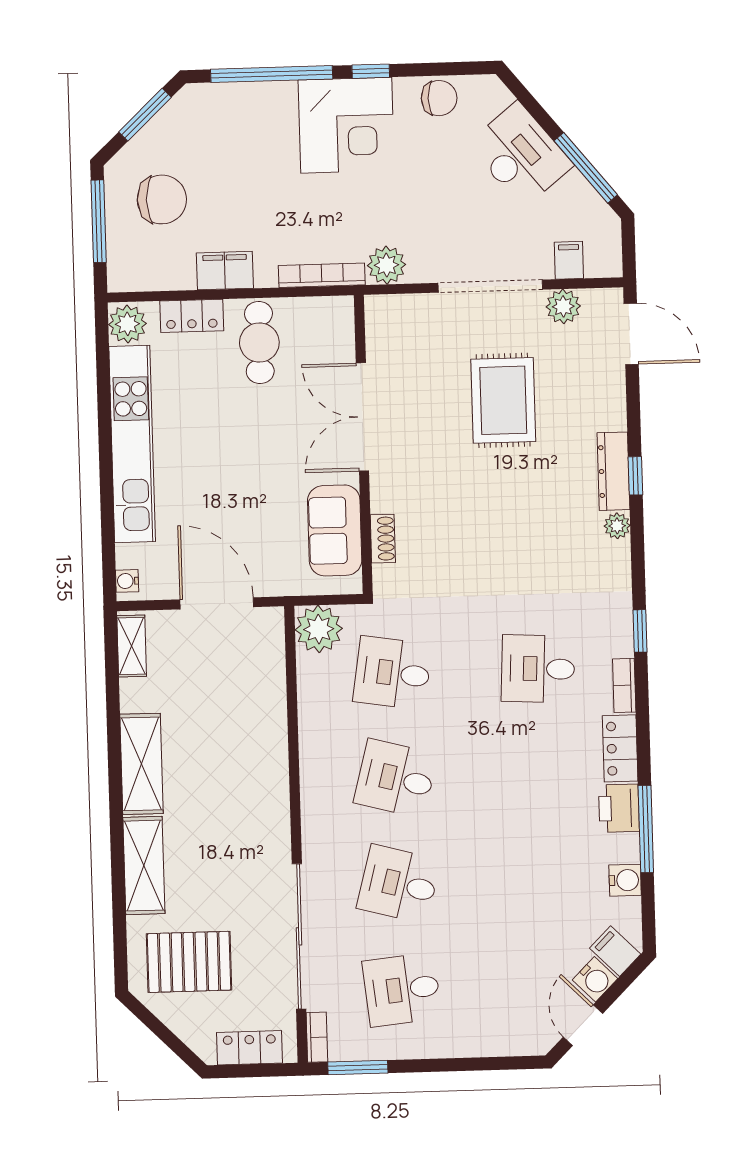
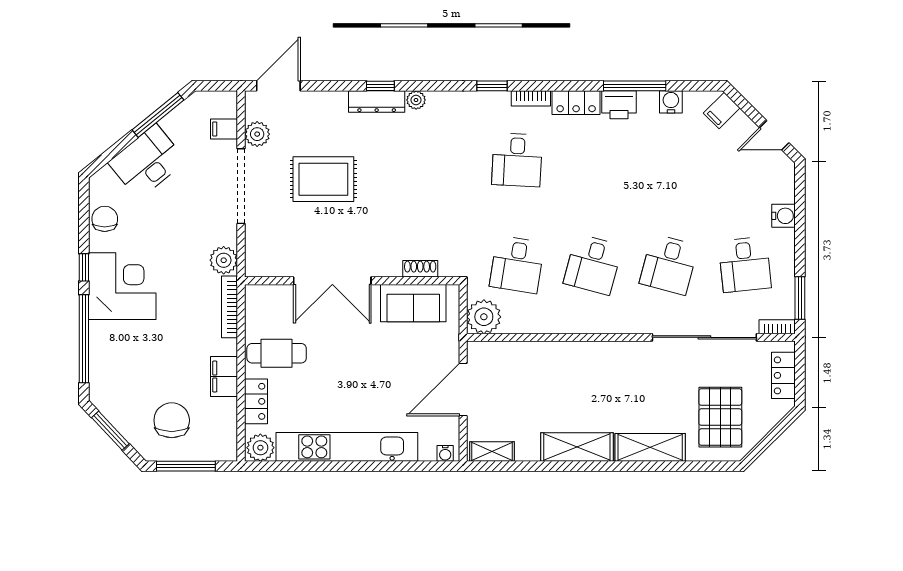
water cooler: (595, 979) -> (783, 216), moved, turned 45

